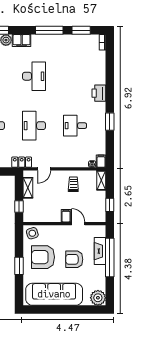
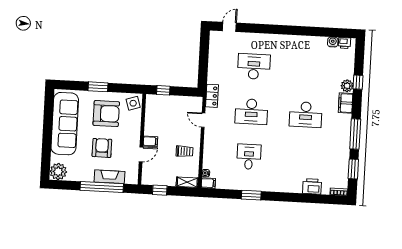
printer: (99, 93) -> (312, 186), moved
desk: (34, 126) -> (251, 112), turned 180
shelving: (28, 188) -> (183, 101), removed
armchair: (43, 257) -> (106, 114), turned 90

